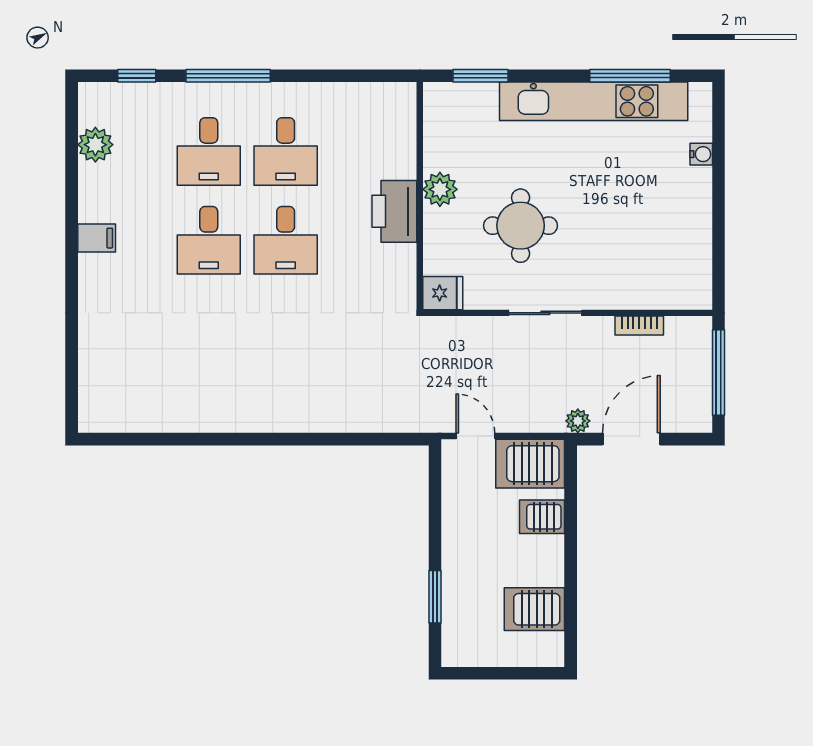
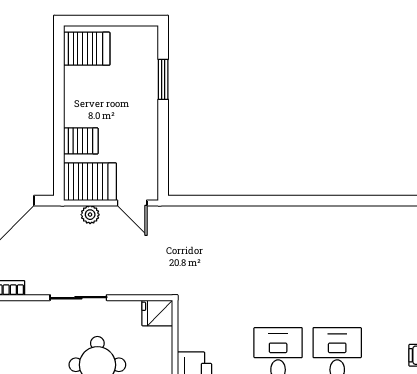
plant: (578, 421) -> (90, 215), moved
server rack: (534, 609) -> (87, 49), moved

